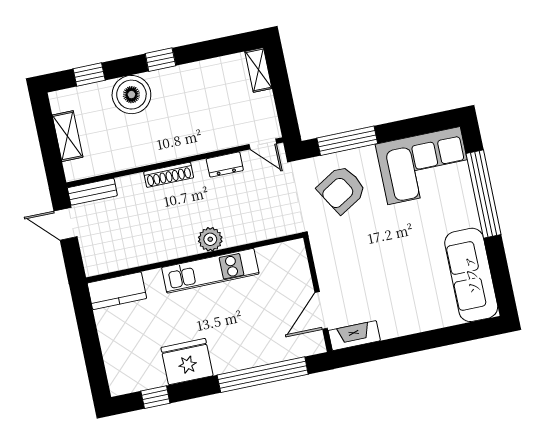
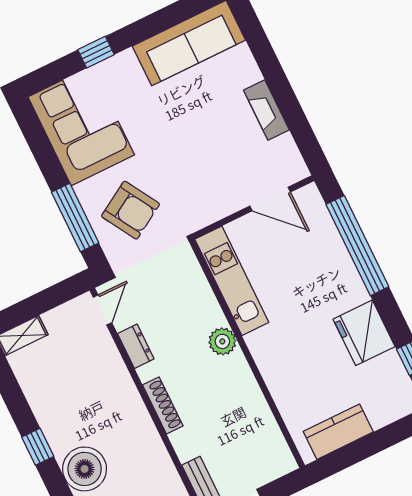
window: (483, 194) -> (96, 52), width x0.32
kitchen unit: (210, 271) -> (232, 281), moved
kitchen counter: (117, 291) -> (338, 432), moved, turned -90
fireplace: (354, 336) -> (266, 110), moved

